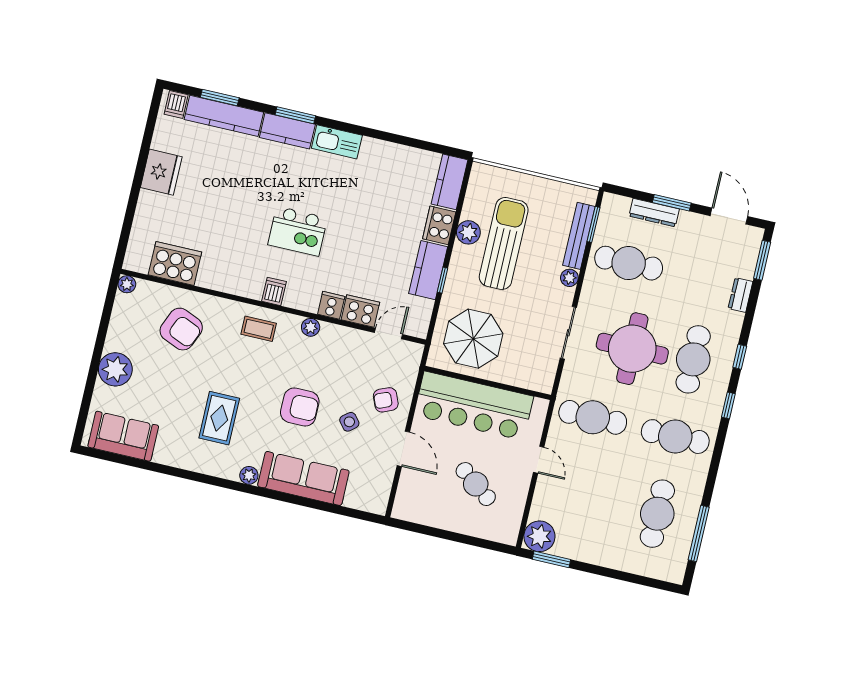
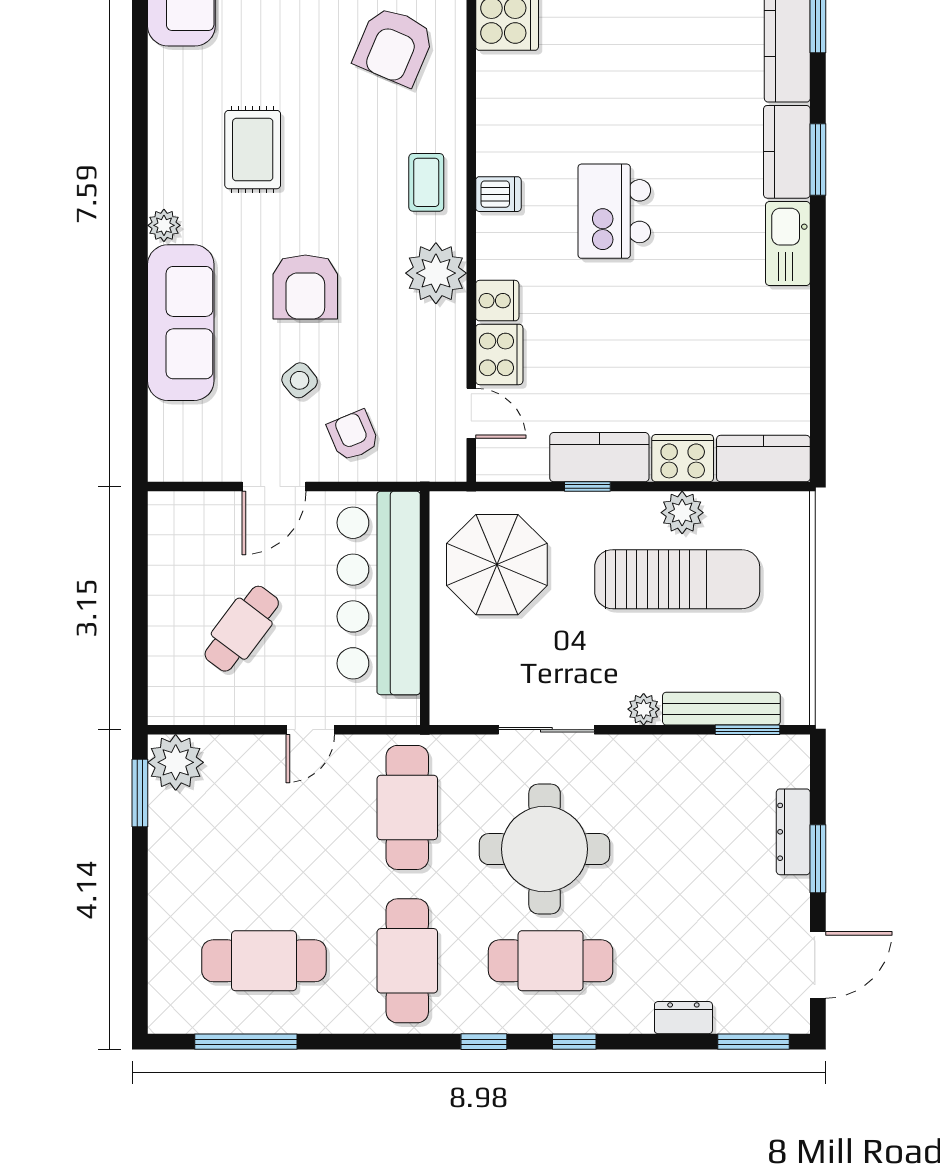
cafe table: (629, 263) -> (694, 807), removed
plant: (311, 327) -> (436, 273), width x1.88, depth x1.88
rug: (219, 418) -> (253, 150), turned 90

